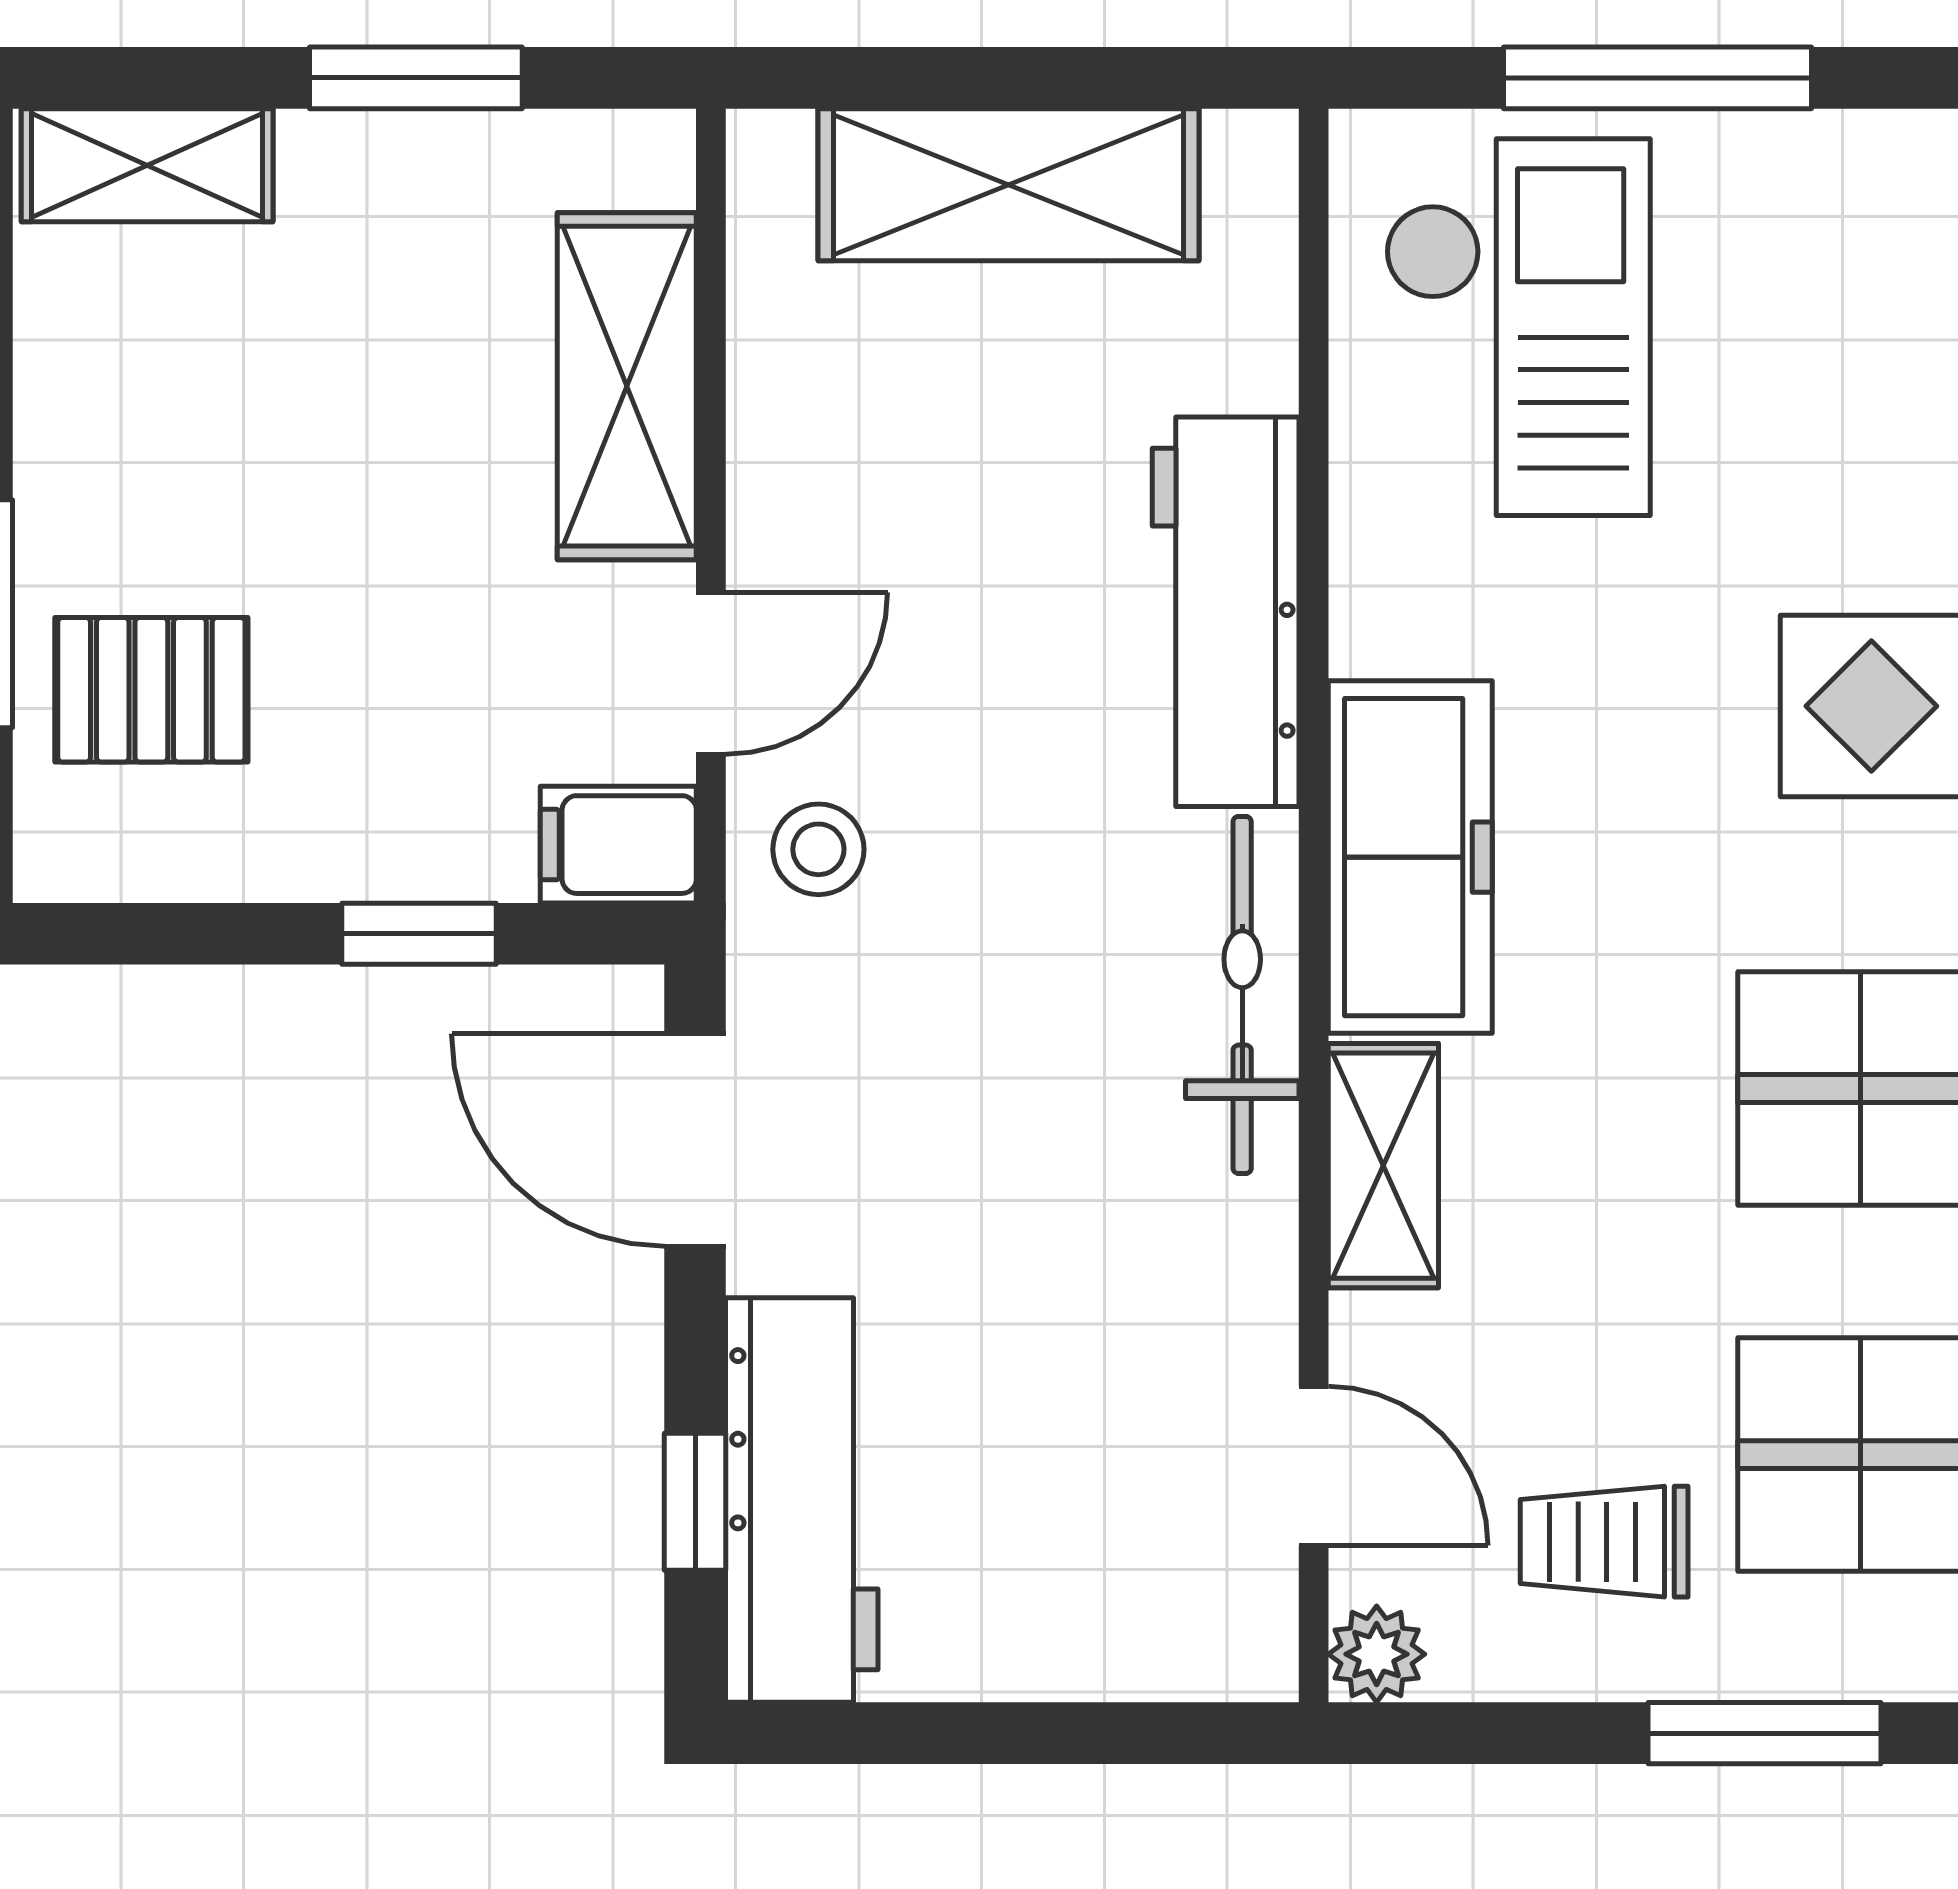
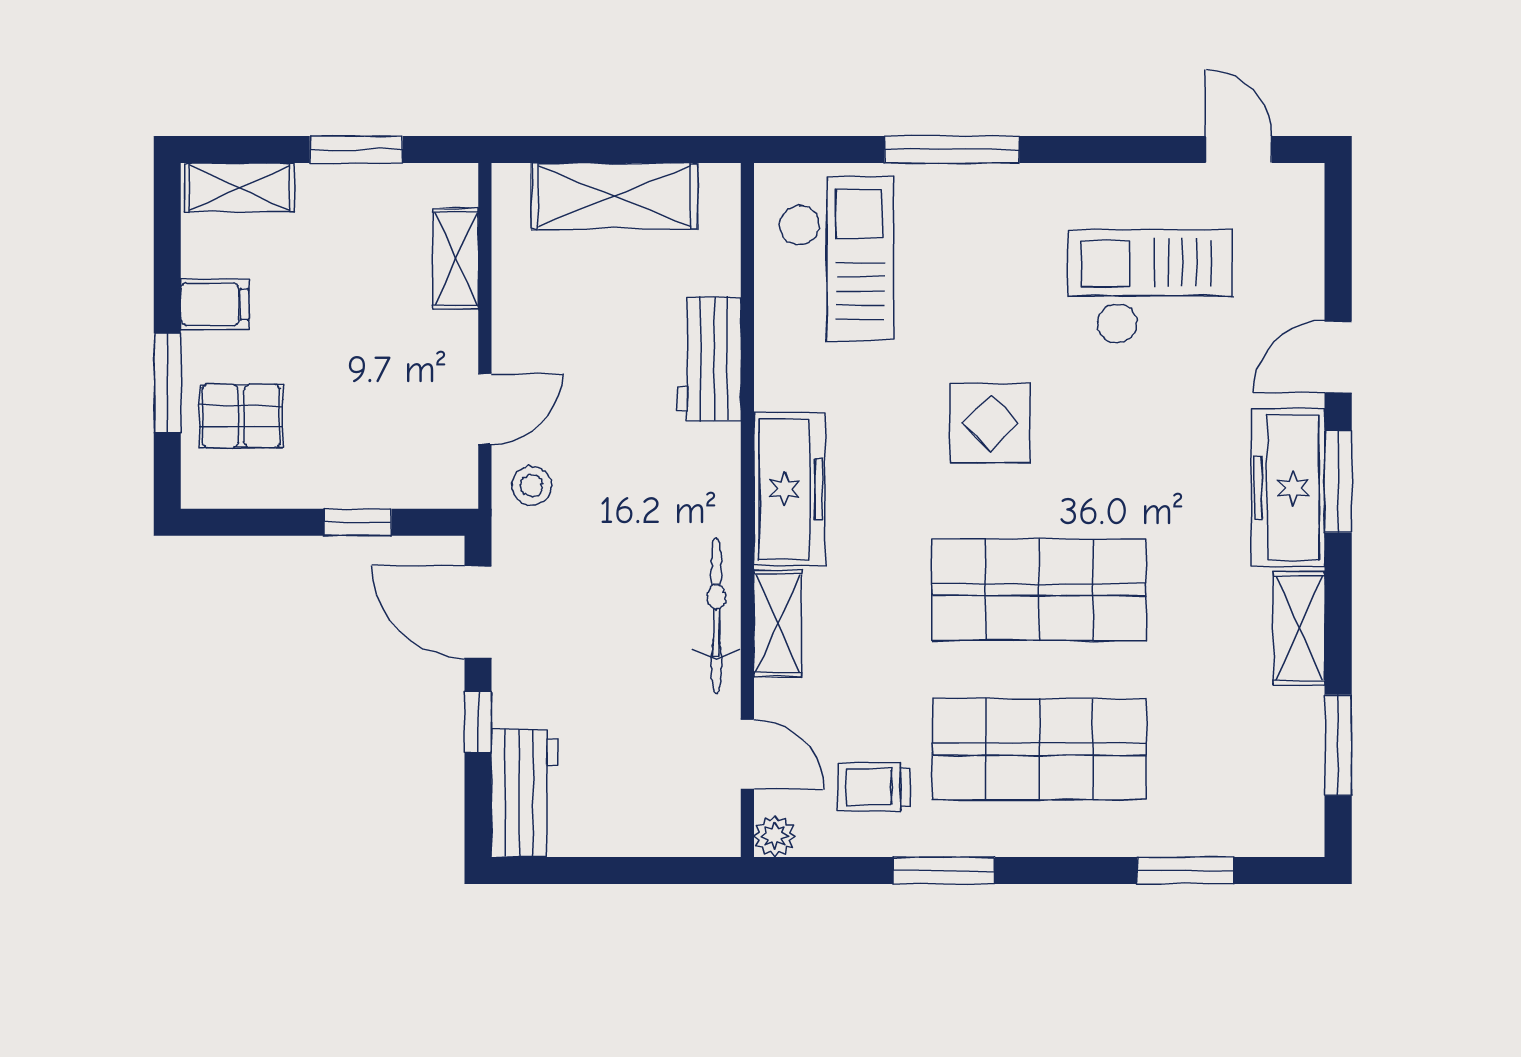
window: (1658, 78) -> (952, 150), moved
shelving: (627, 386) -> (456, 259), width x0.67, depth x0.75
workbench: (1226, 612) -> (709, 359), width x0.73
filing cabinet: (618, 845) -> (215, 304), moved, turned 180
bicycle: (1242, 995) -> (716, 615), moved
workbench: (802, 1500) -> (524, 793), width x0.73
window: (695, 1502) -> (478, 722), moved

